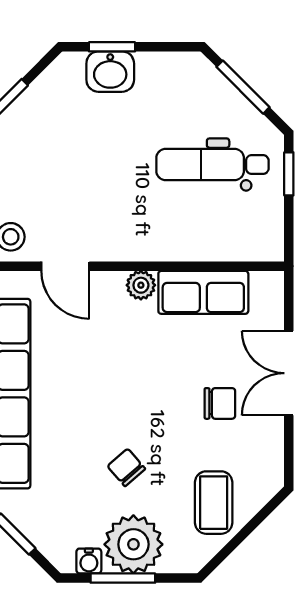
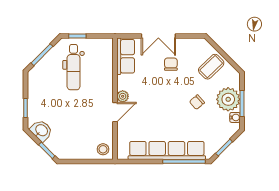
washbasin: (110, 72) -> (41, 131), moved, turned -45
door: (65, 266) -> (115, 112), moved
row of seats: (203, 292) -> (126, 56), moved
coffee table: (214, 503) -> (211, 67), turned -44

